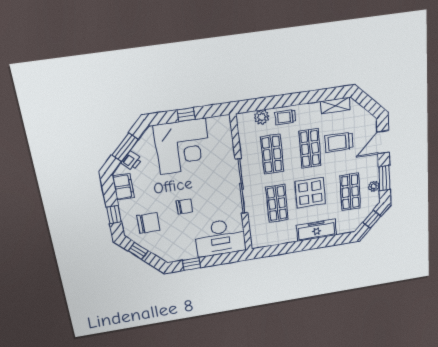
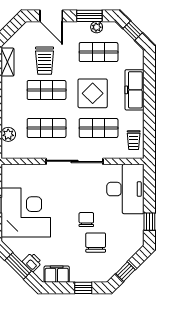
trolley: (285, 117) -> (134, 140), moved
chair: (148, 223) -> (96, 243), moved

